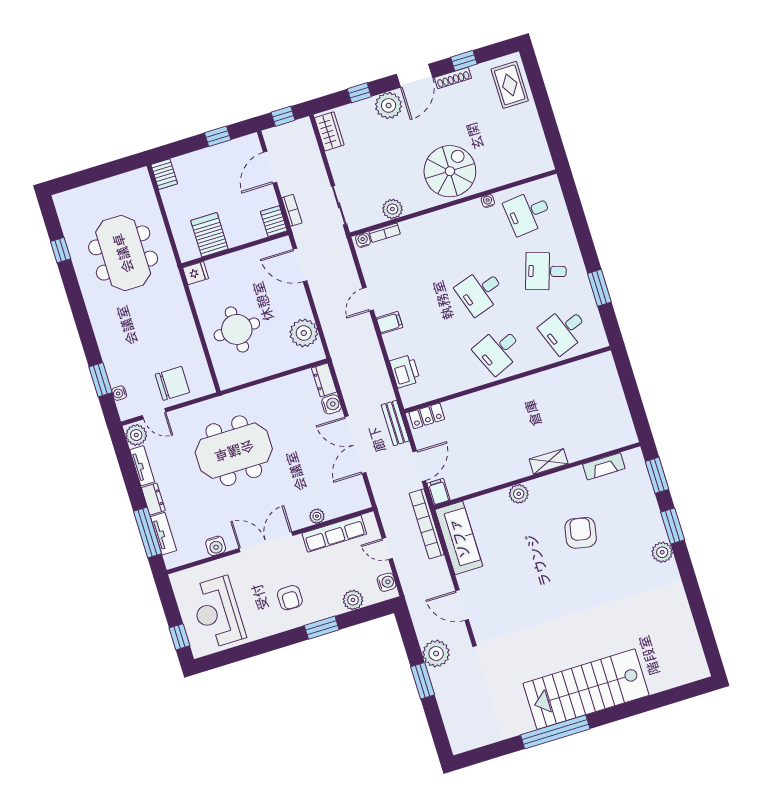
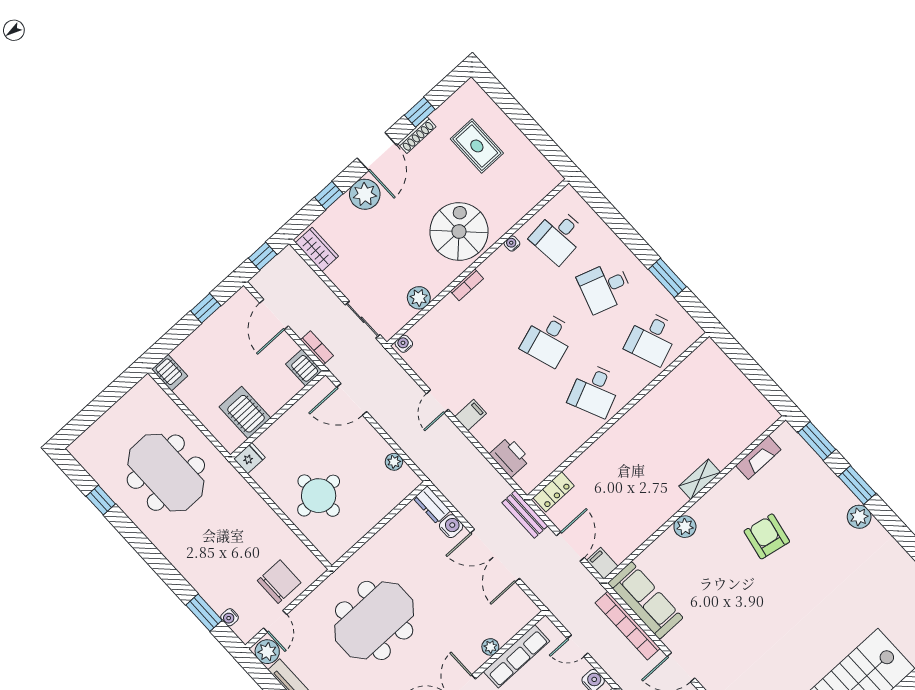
rug: (510, 85) -> (477, 146), moved
bookcase: (385, 233) -> (467, 285), moved
plant: (304, 333) -> (394, 462), width x0.53, depth x0.53
door: (154, 414) -> (275, 621), hinge flipped
bookcase: (427, 524) -> (628, 626), moved

